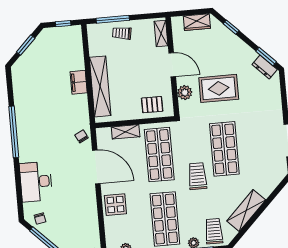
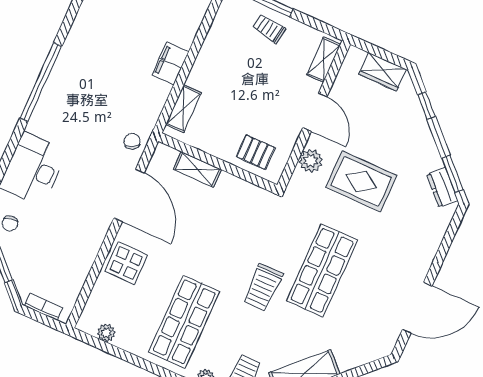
shelving: (100, 86) -> (183, 109), width x0.45, depth x0.75
shop shelf: (159, 155) -> (227, 227), removed
trolley: (197, 176) -> (263, 287), turned 180

